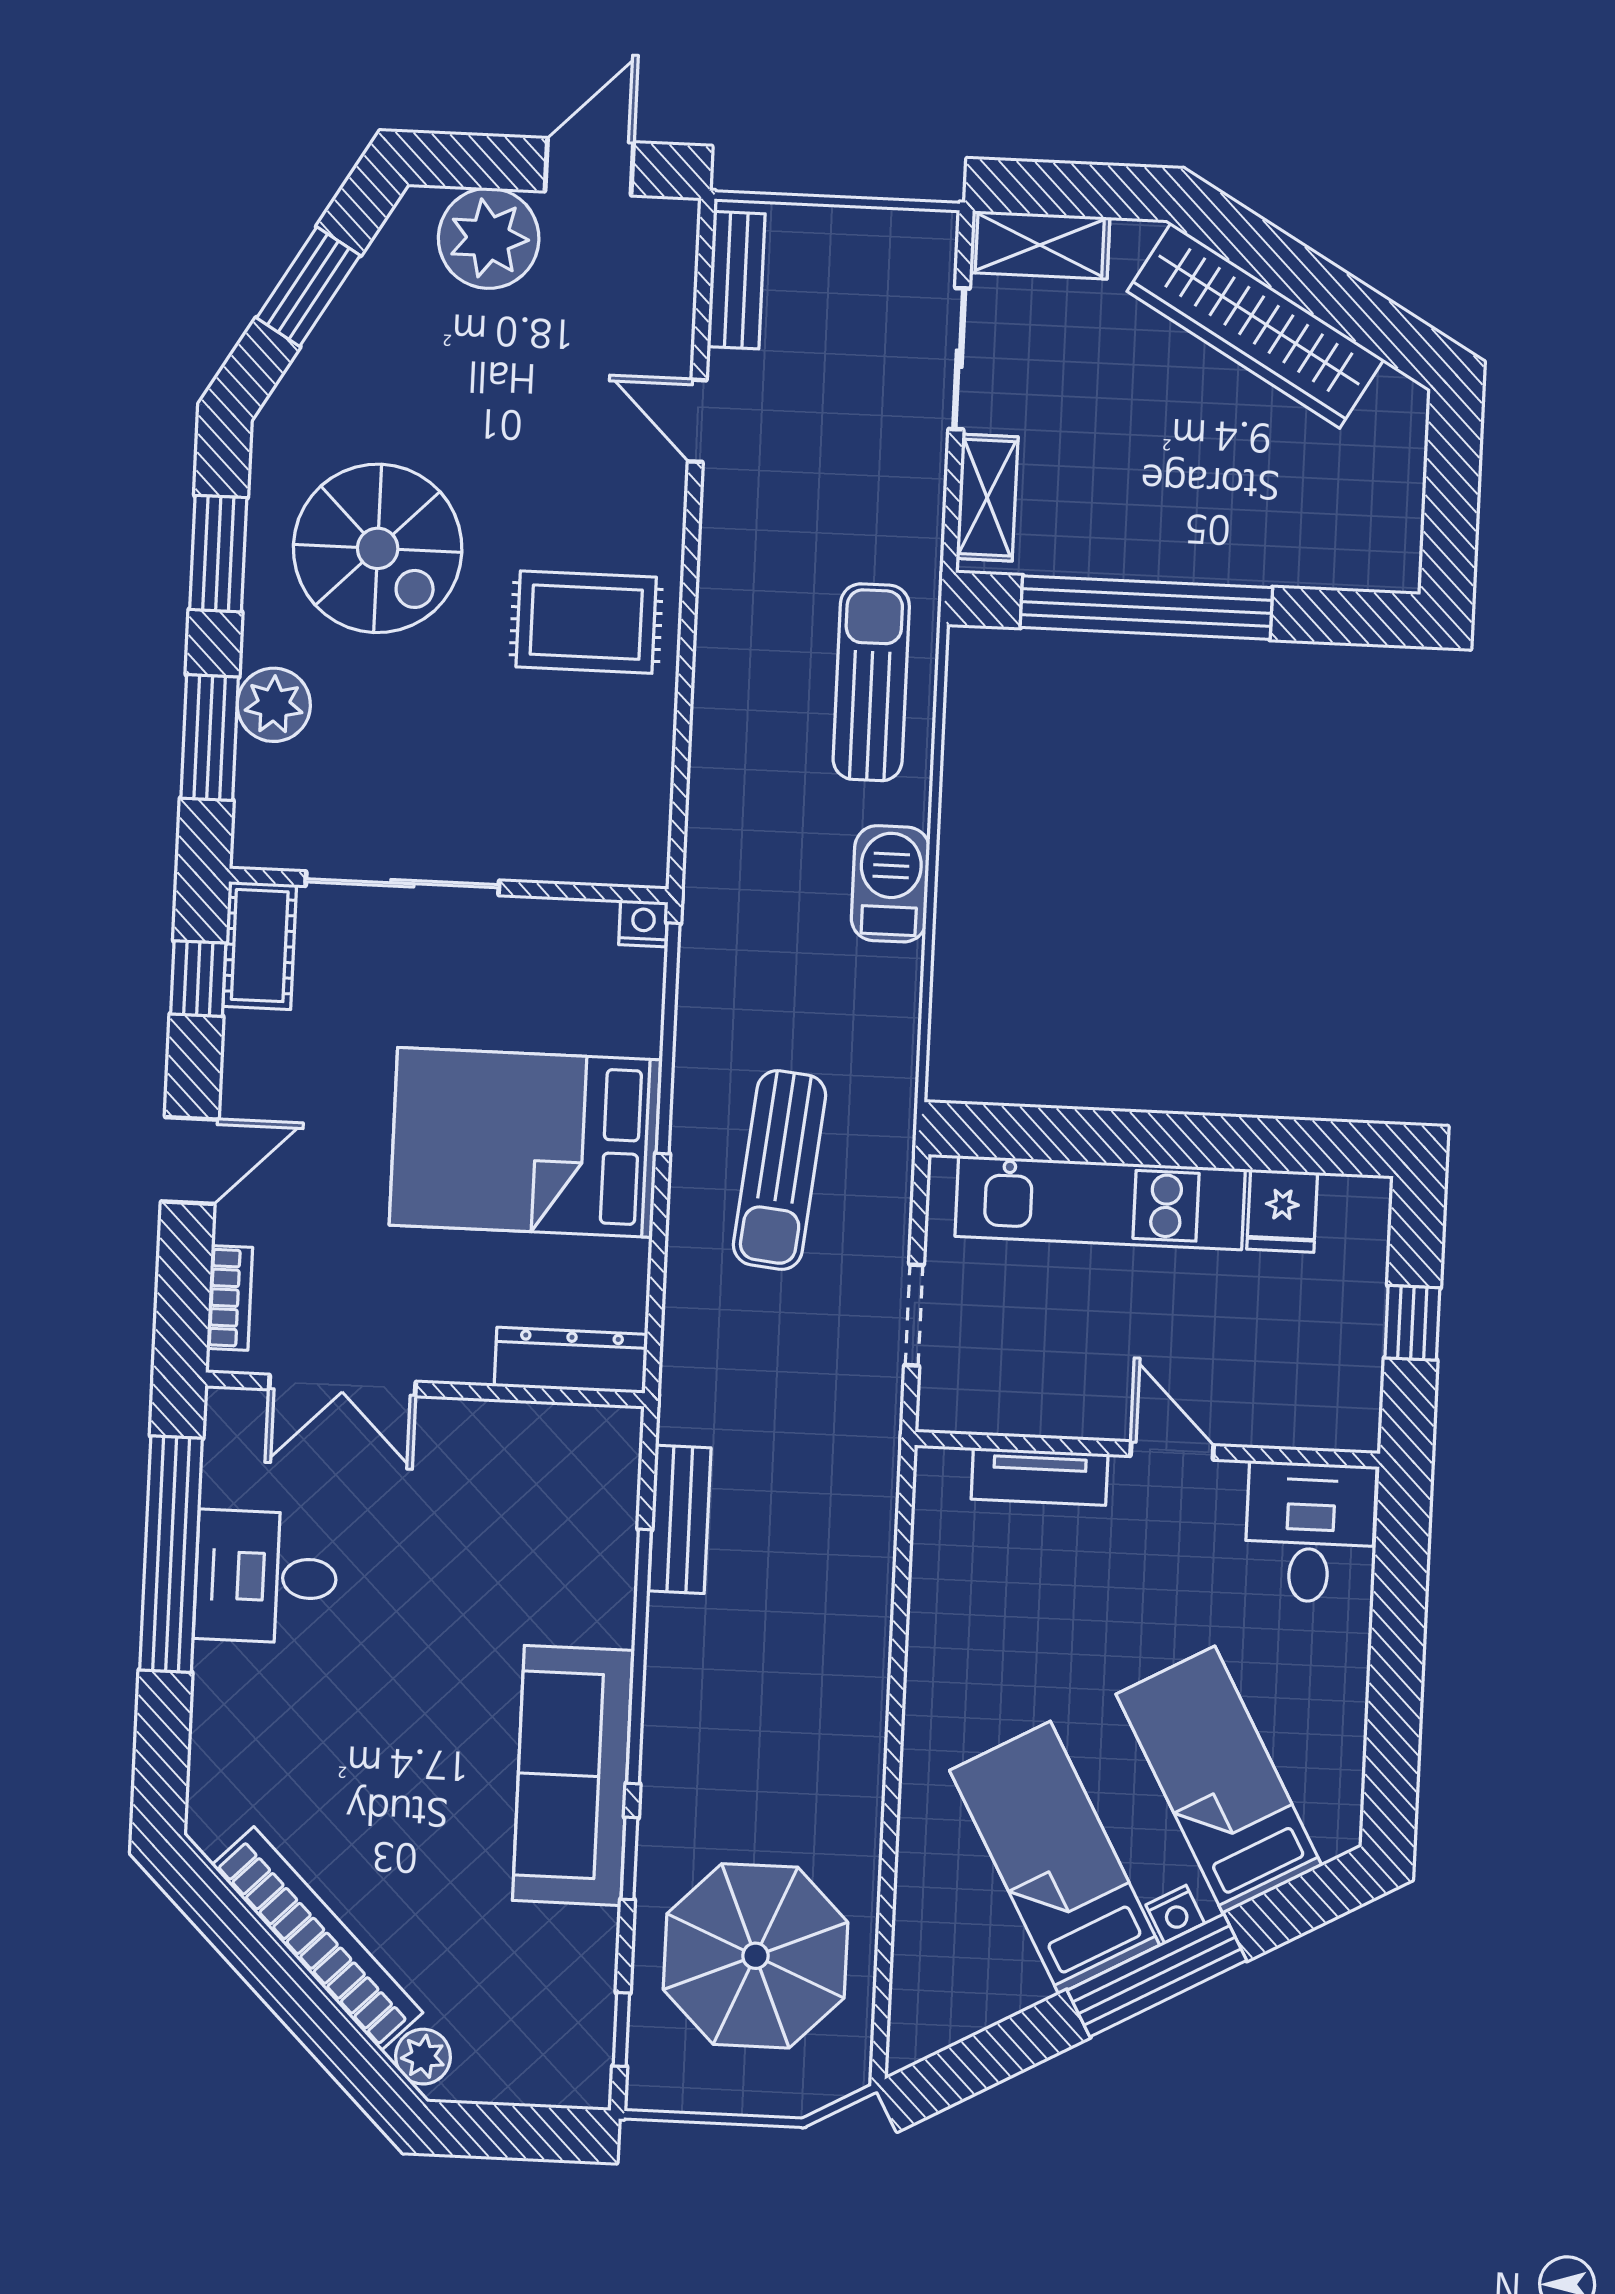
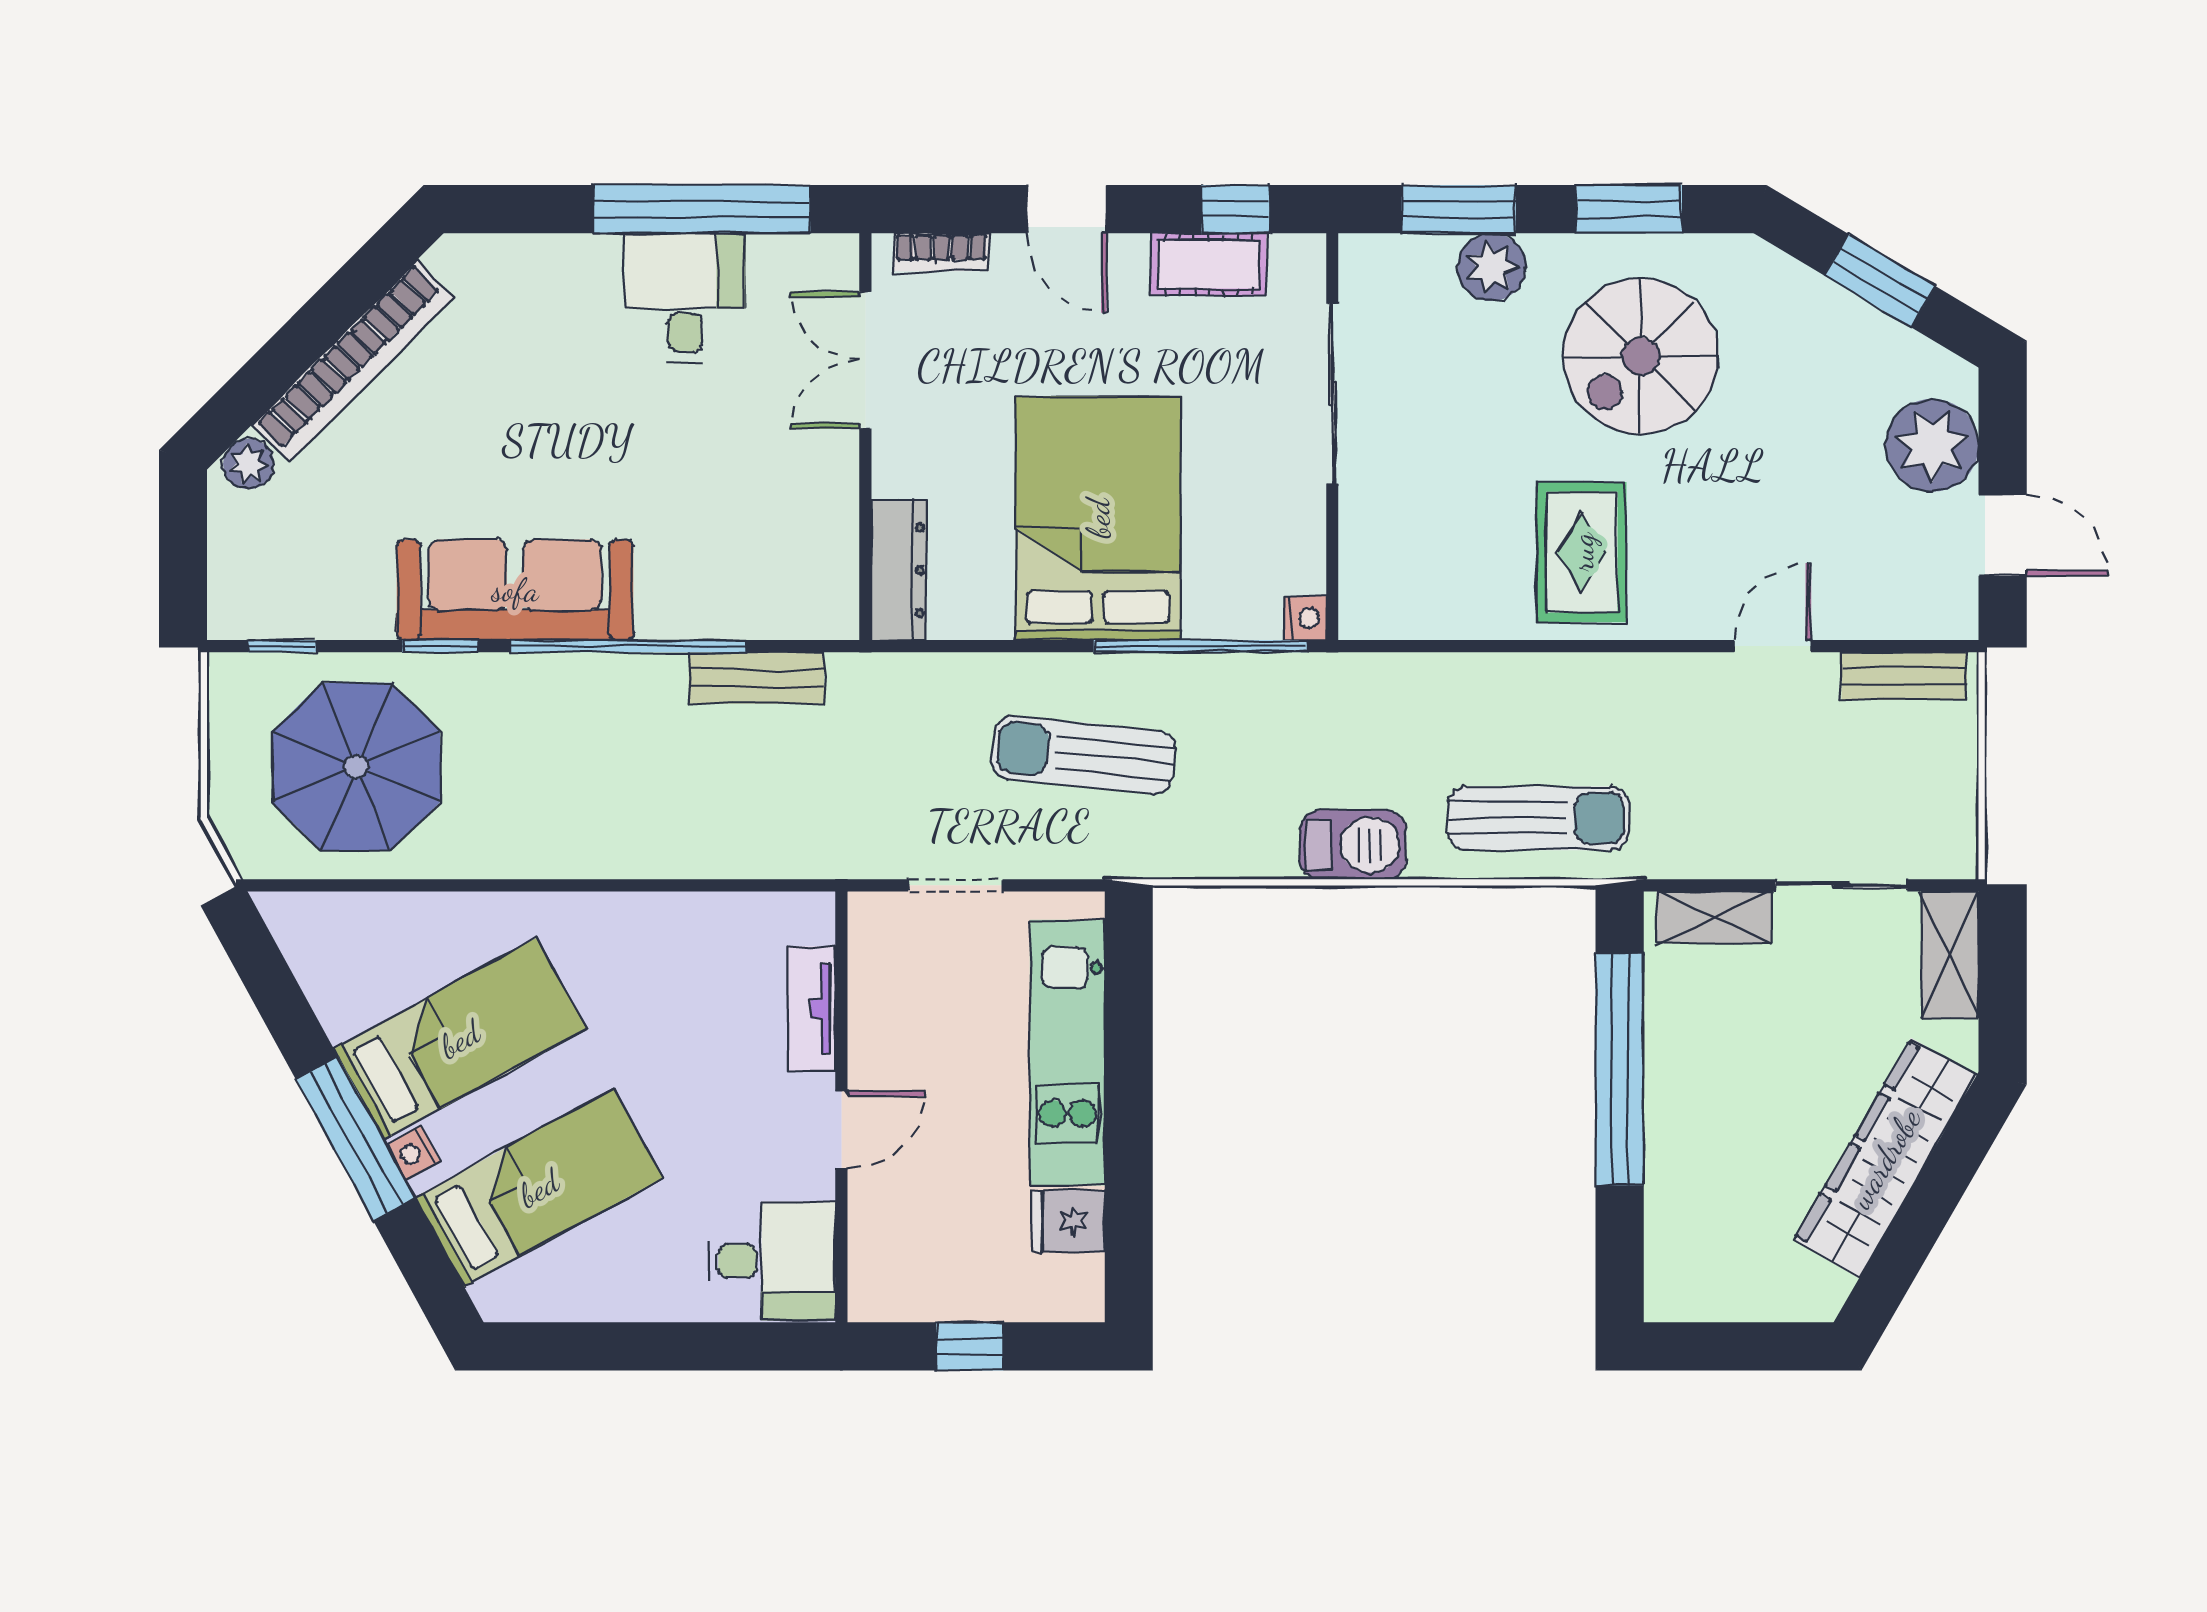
cot: (260, 946) -> (1209, 264), moved

